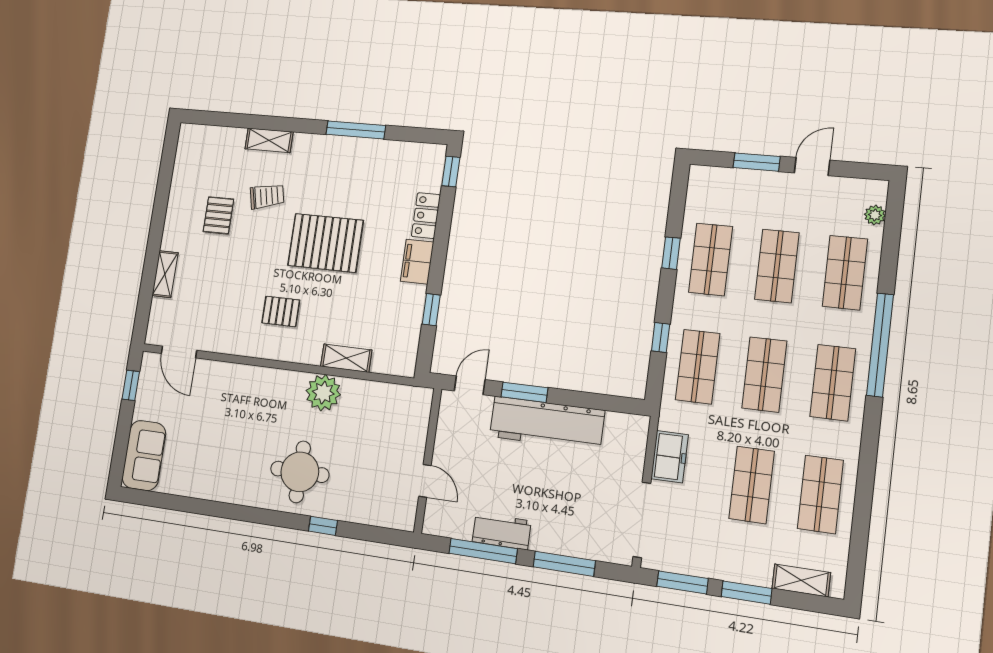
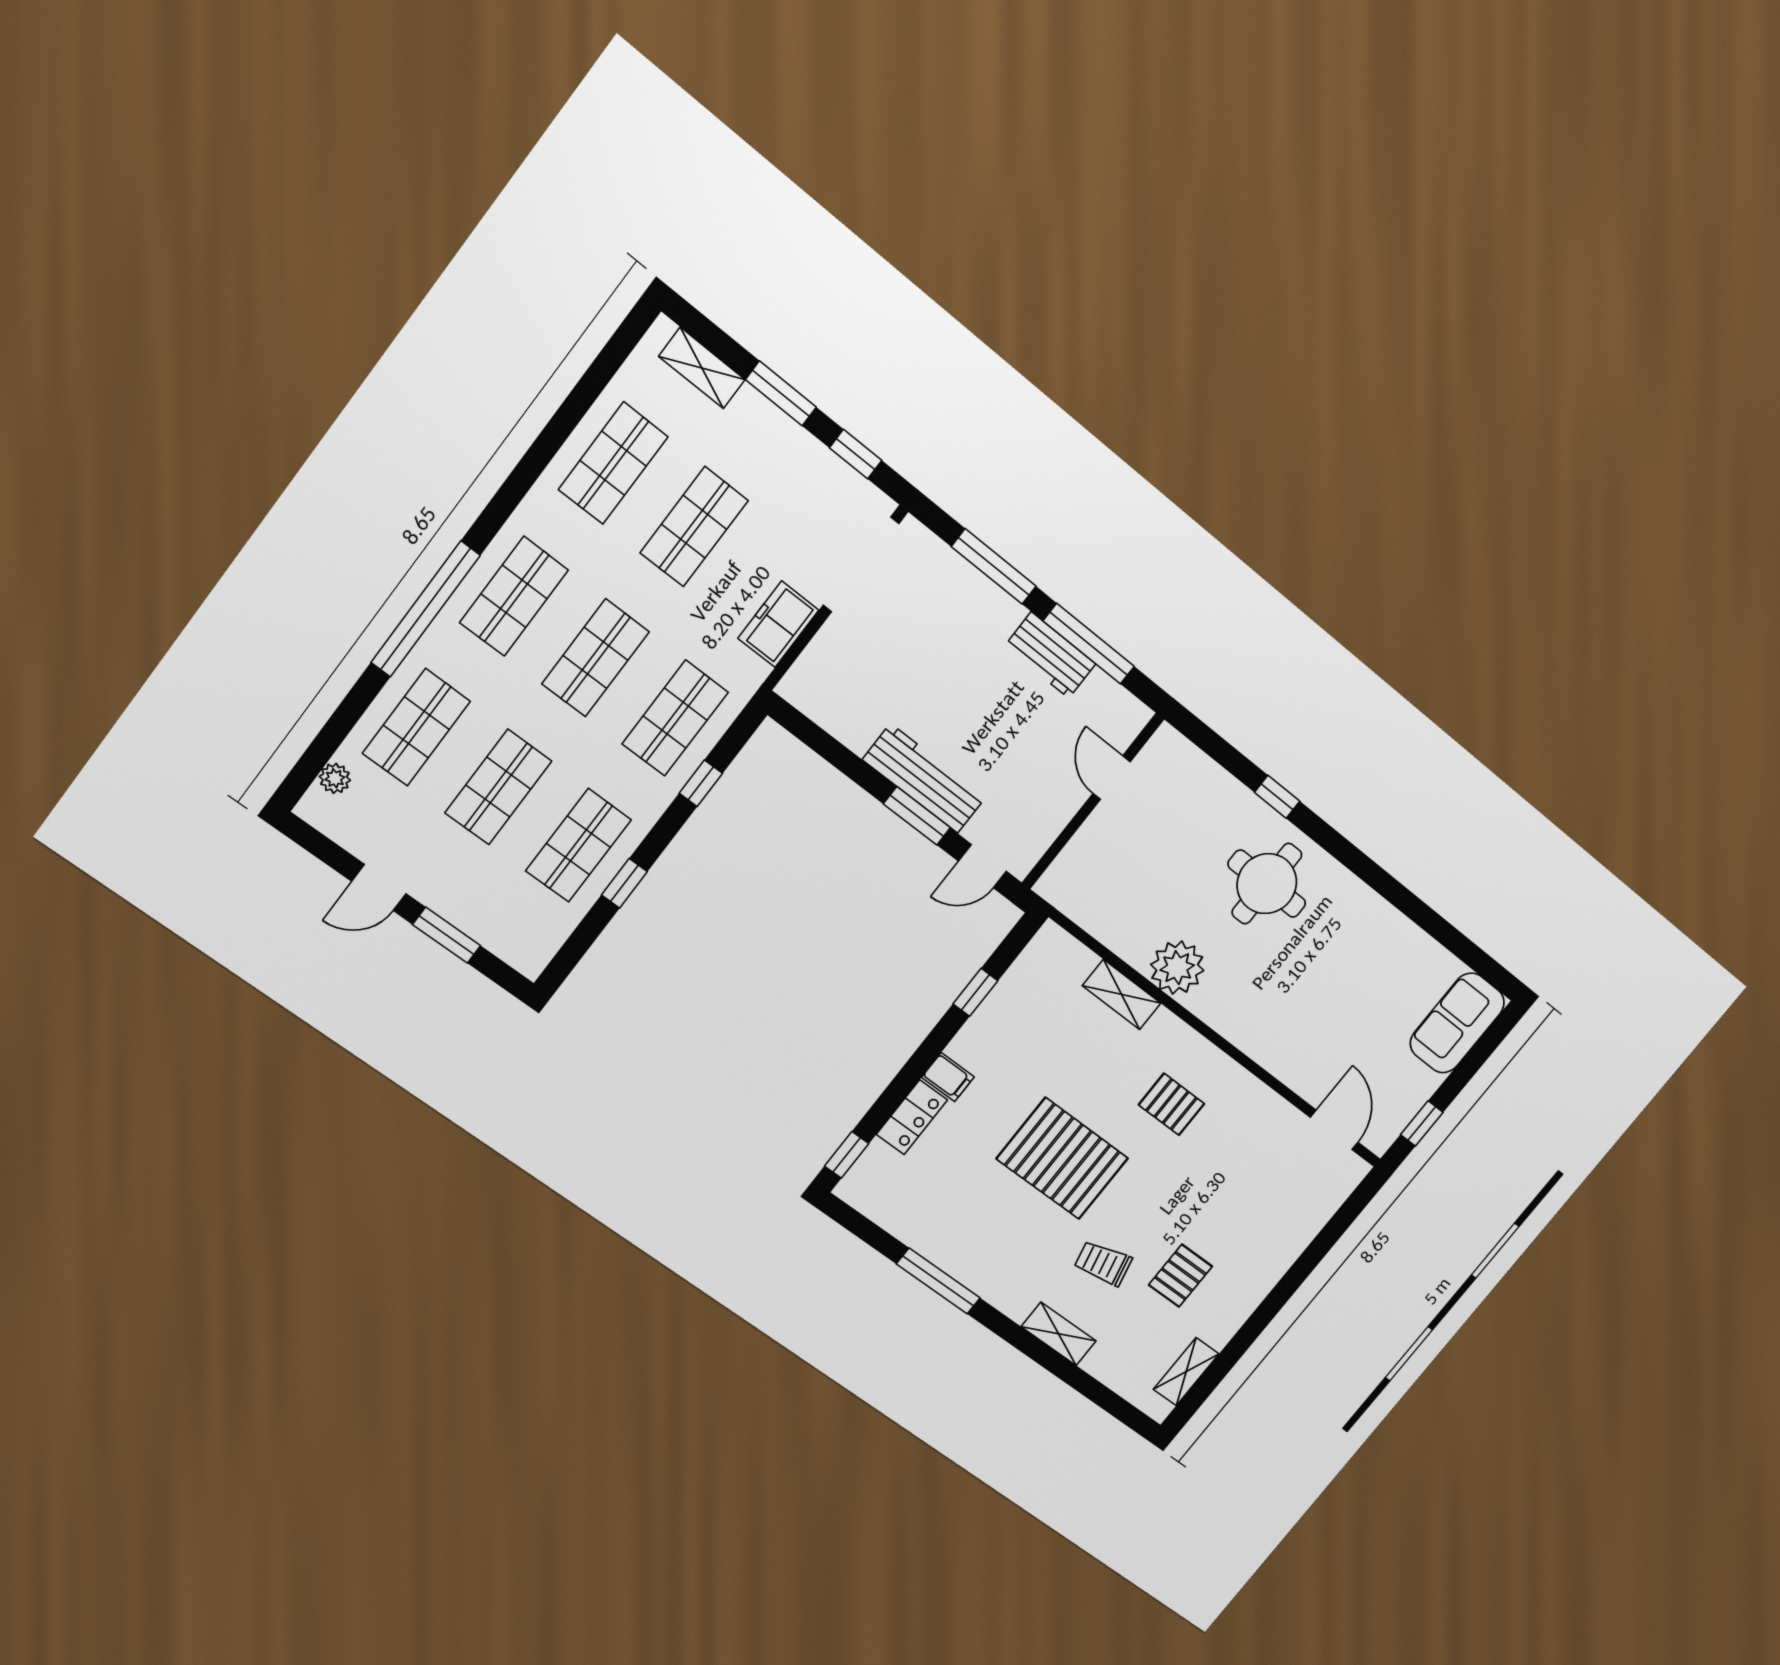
filing cabinet: (417, 262) -> (948, 1077), width x0.50
shelving: (165, 274) -> (1186, 1372), moved
workbench: (547, 423) -> (924, 779), width x0.73, depth x0.76
window: (682, 582) -> (856, 454), width x0.67

